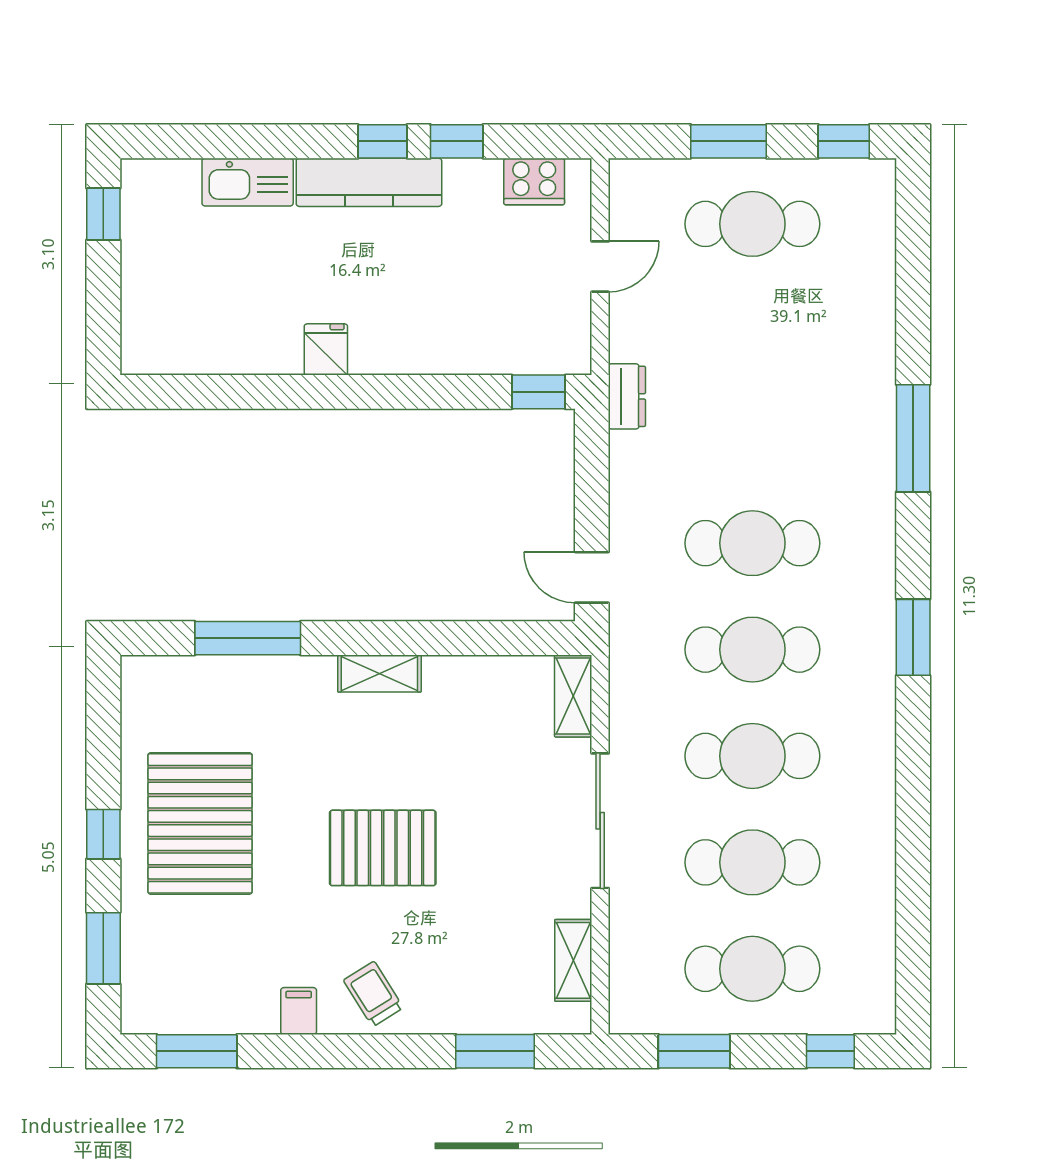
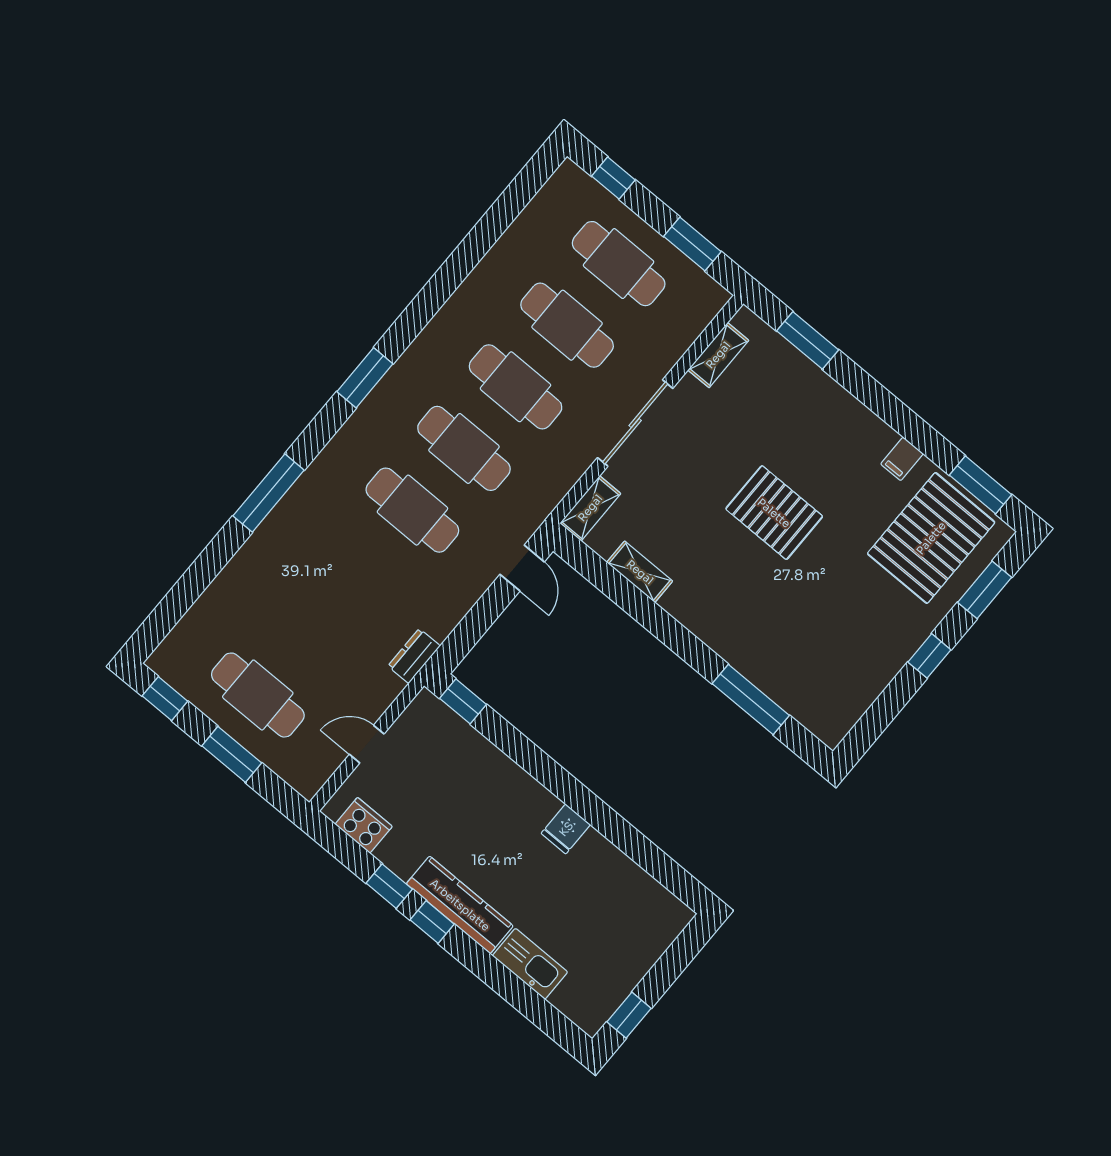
shelving: (379, 674) -> (640, 572), moved
pallet: (200, 823) -> (931, 538), moved
trolley: (373, 994) -> (850, 433), removed

